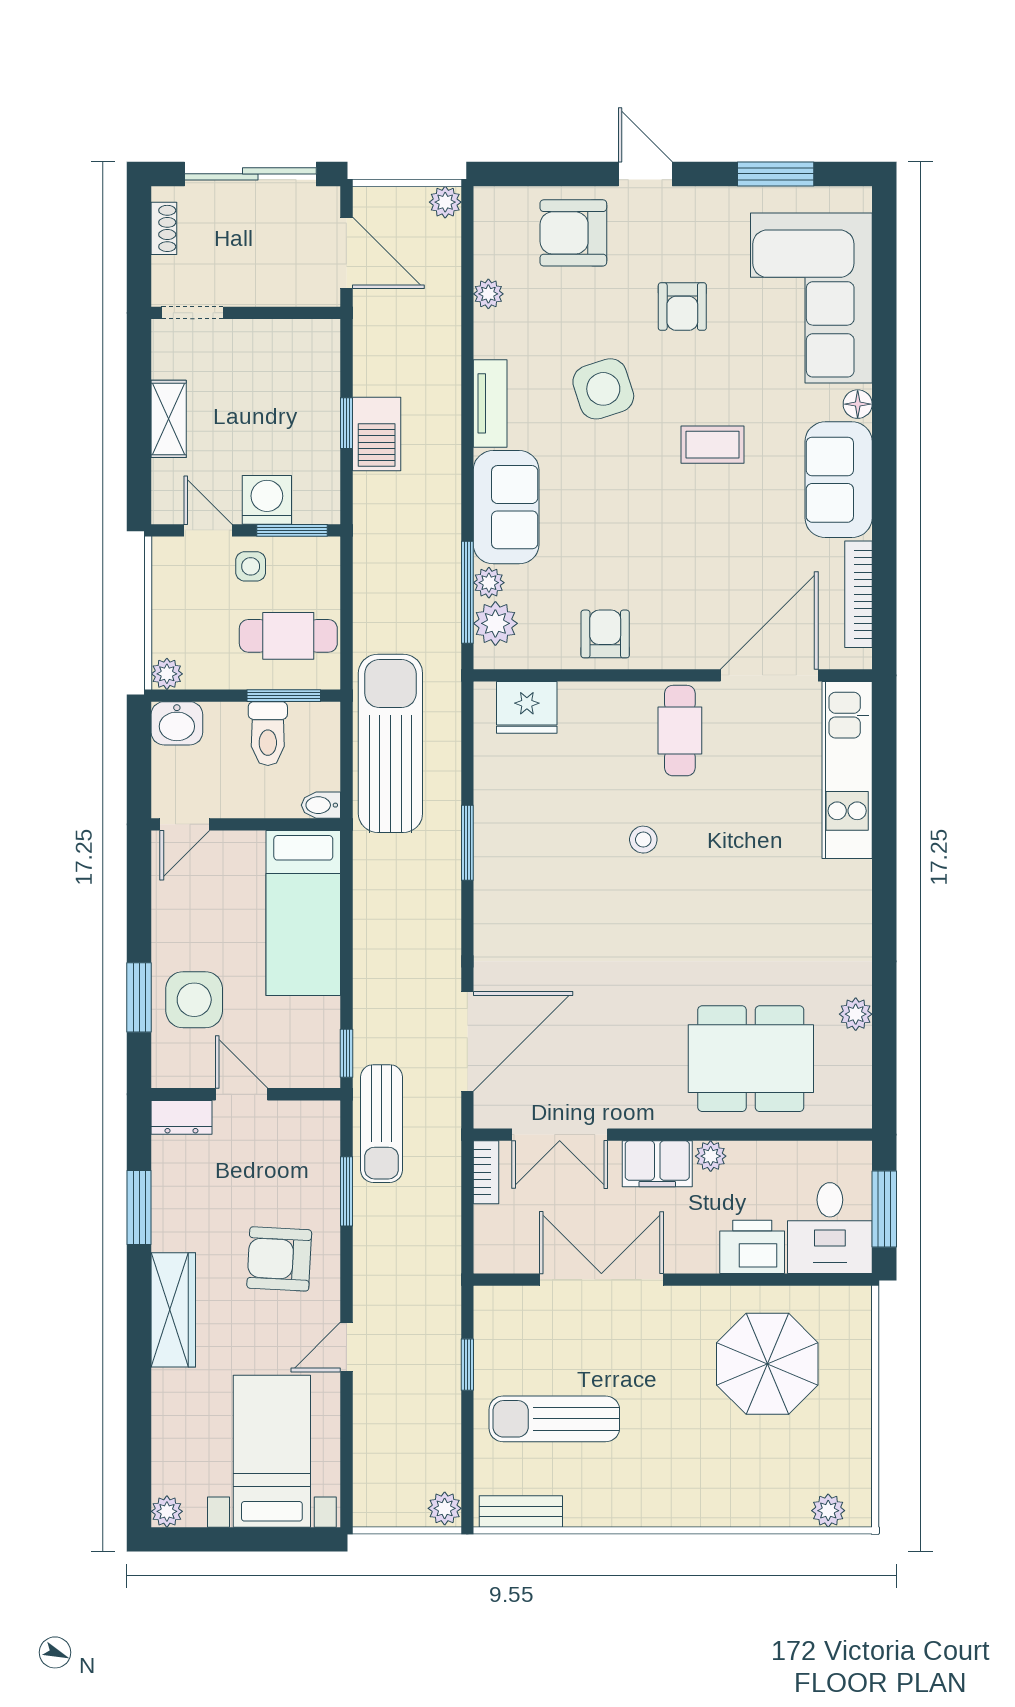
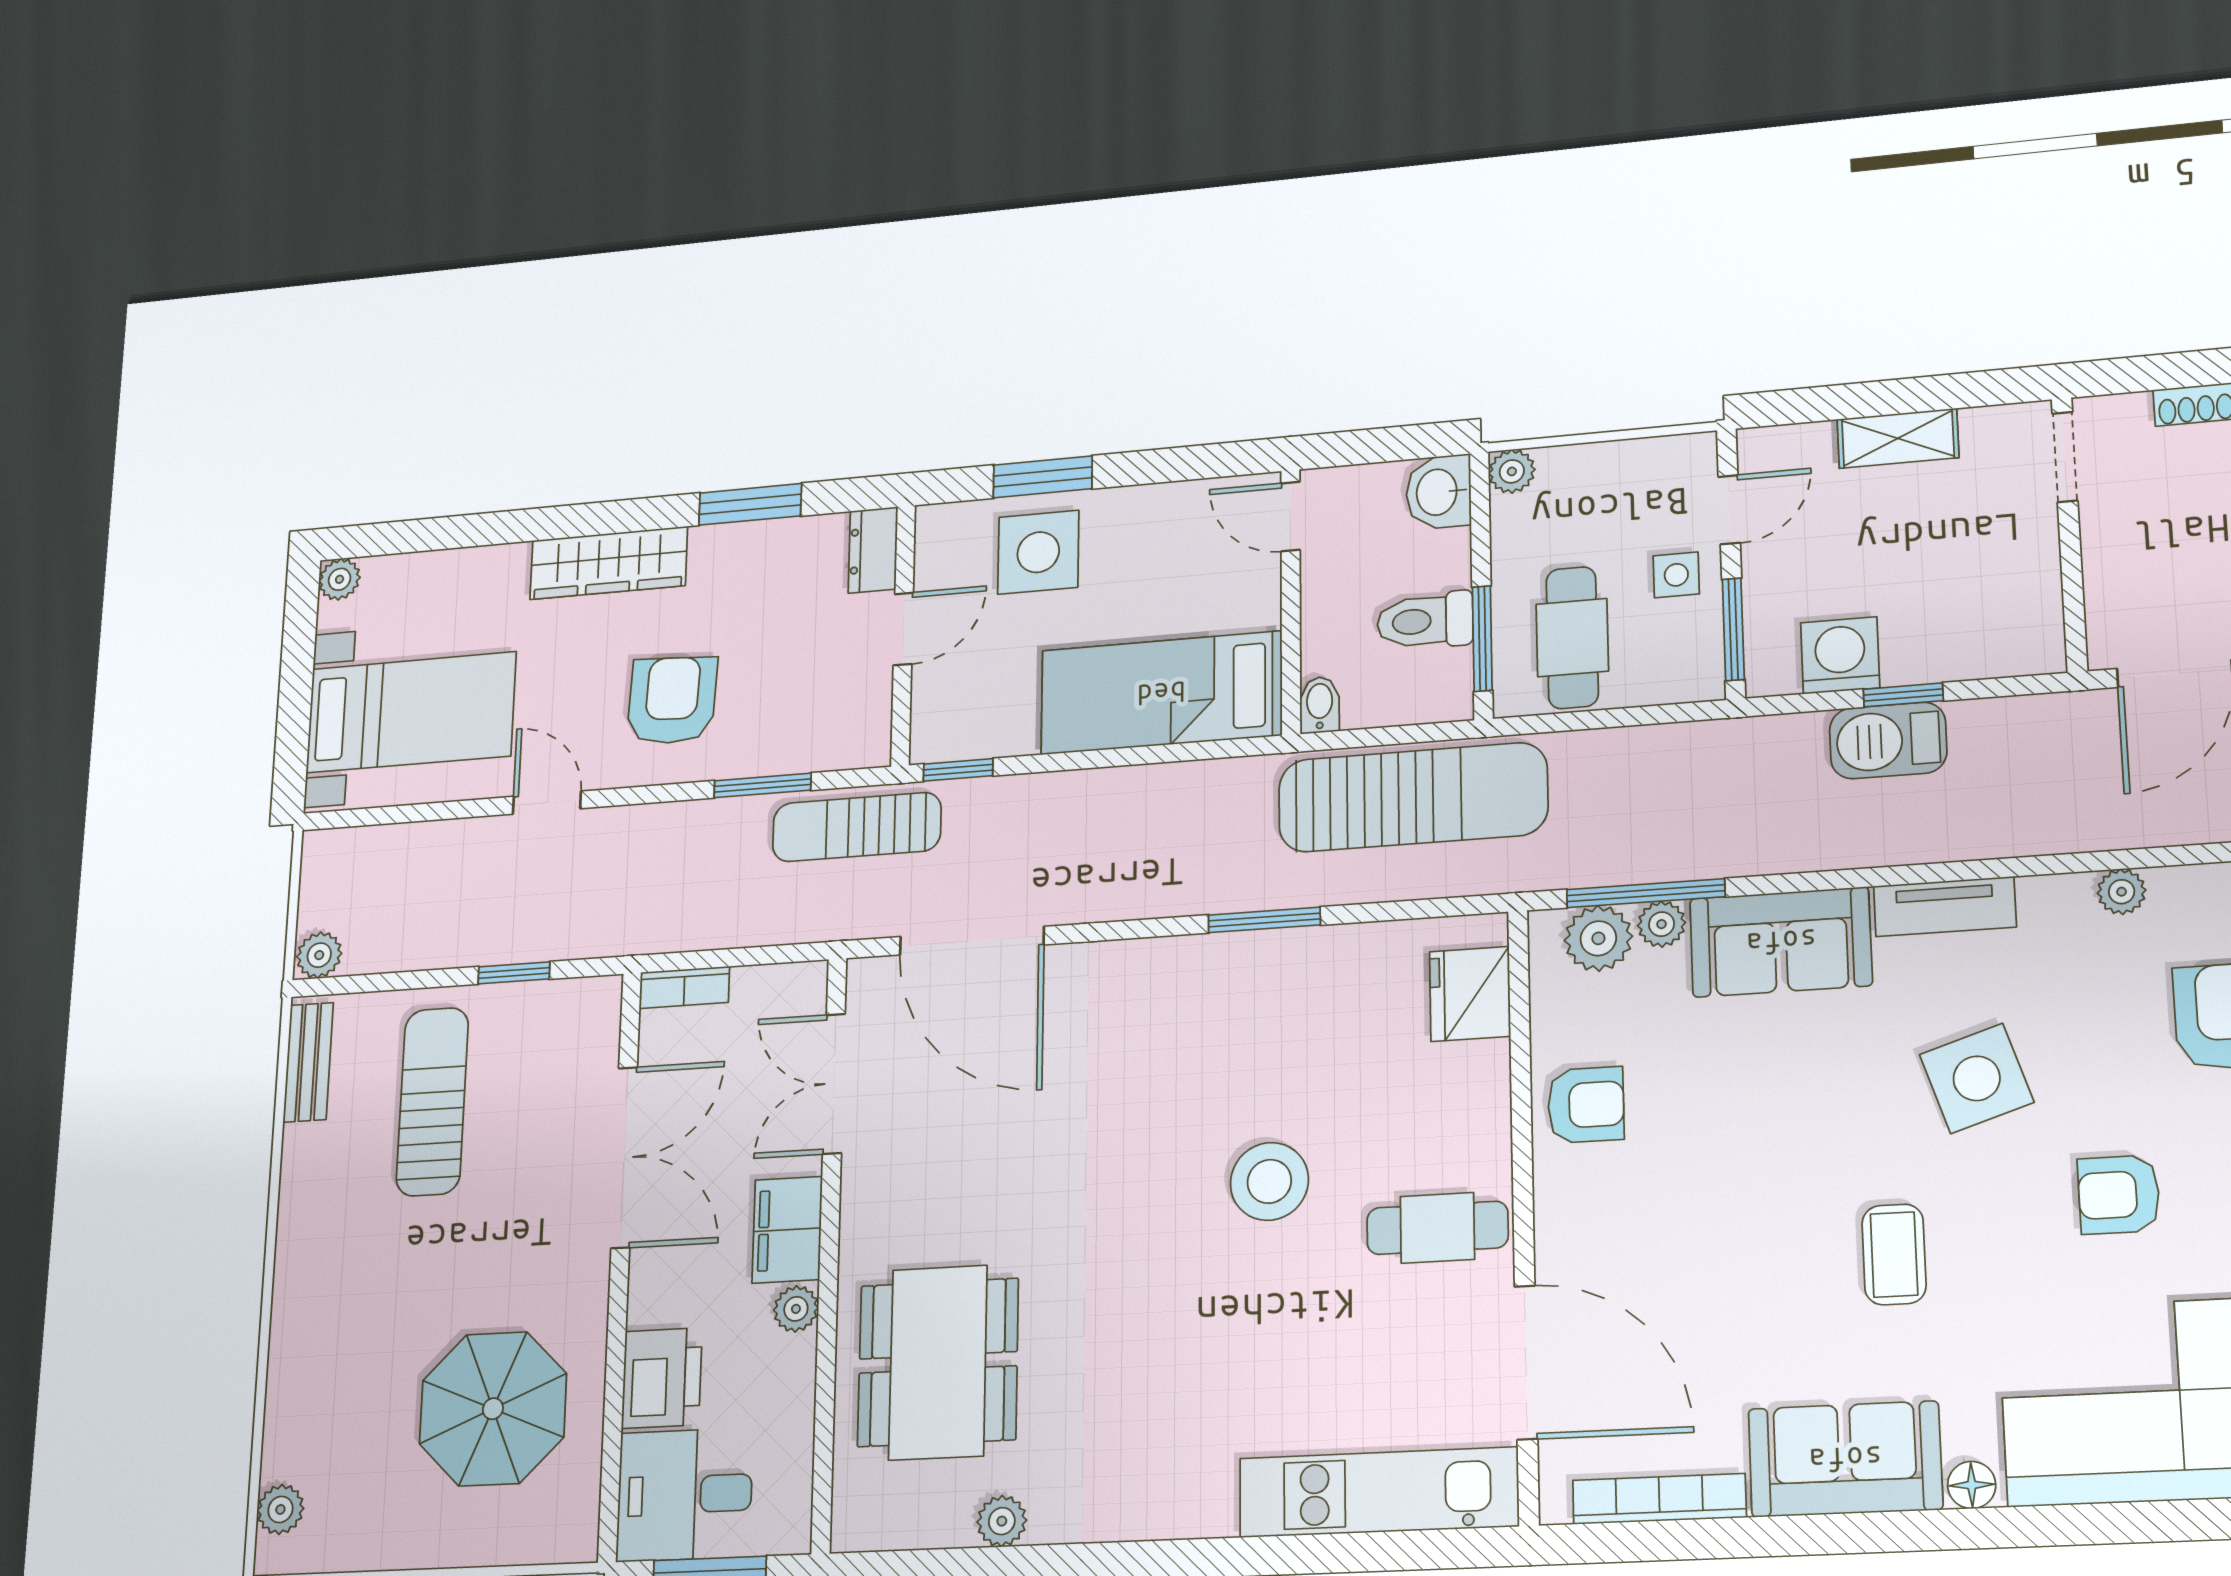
washing machine: (267, 500) -> (1840, 655), moved, turned -90
stool: (643, 840) -> (1269, 1181), width x1.89, depth x1.89
bookcase: (486, 1172) -> (684, 987), moved

